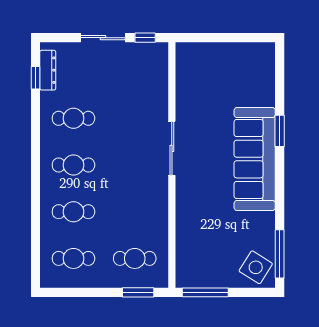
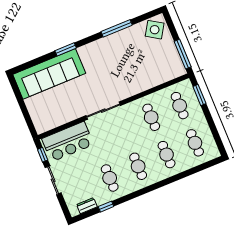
dresser: (48, 70) -> (87, 206), width x0.70
window: (35, 78) -> (106, 207), moved
bar counter: (149, 80) -> (68, 142), added
sofa: (255, 159) -> (49, 74), moved
cafe table: (135, 212) -> (151, 117), added
window: (280, 254) -> (117, 28), moved

